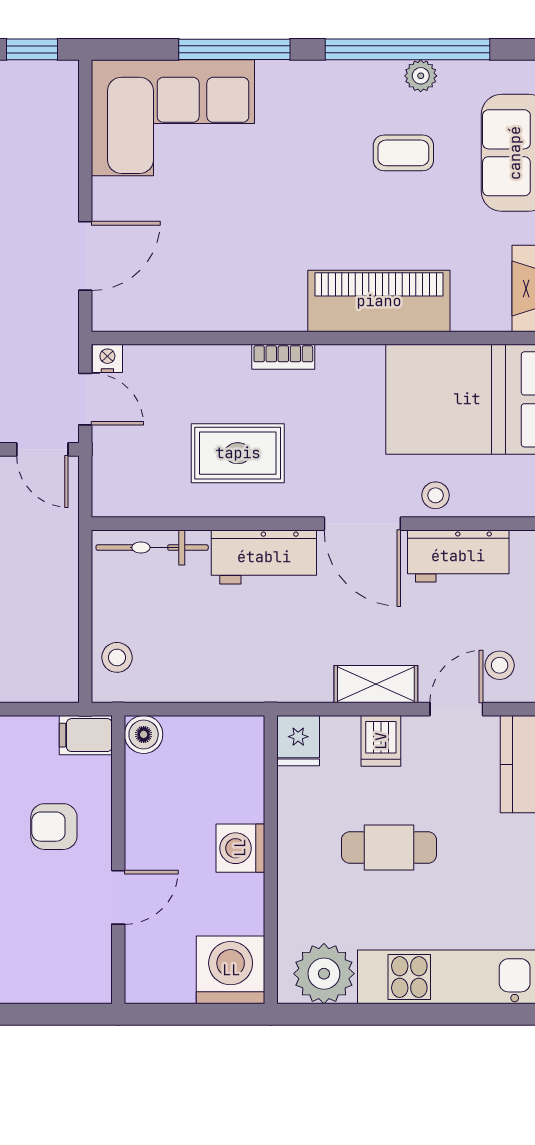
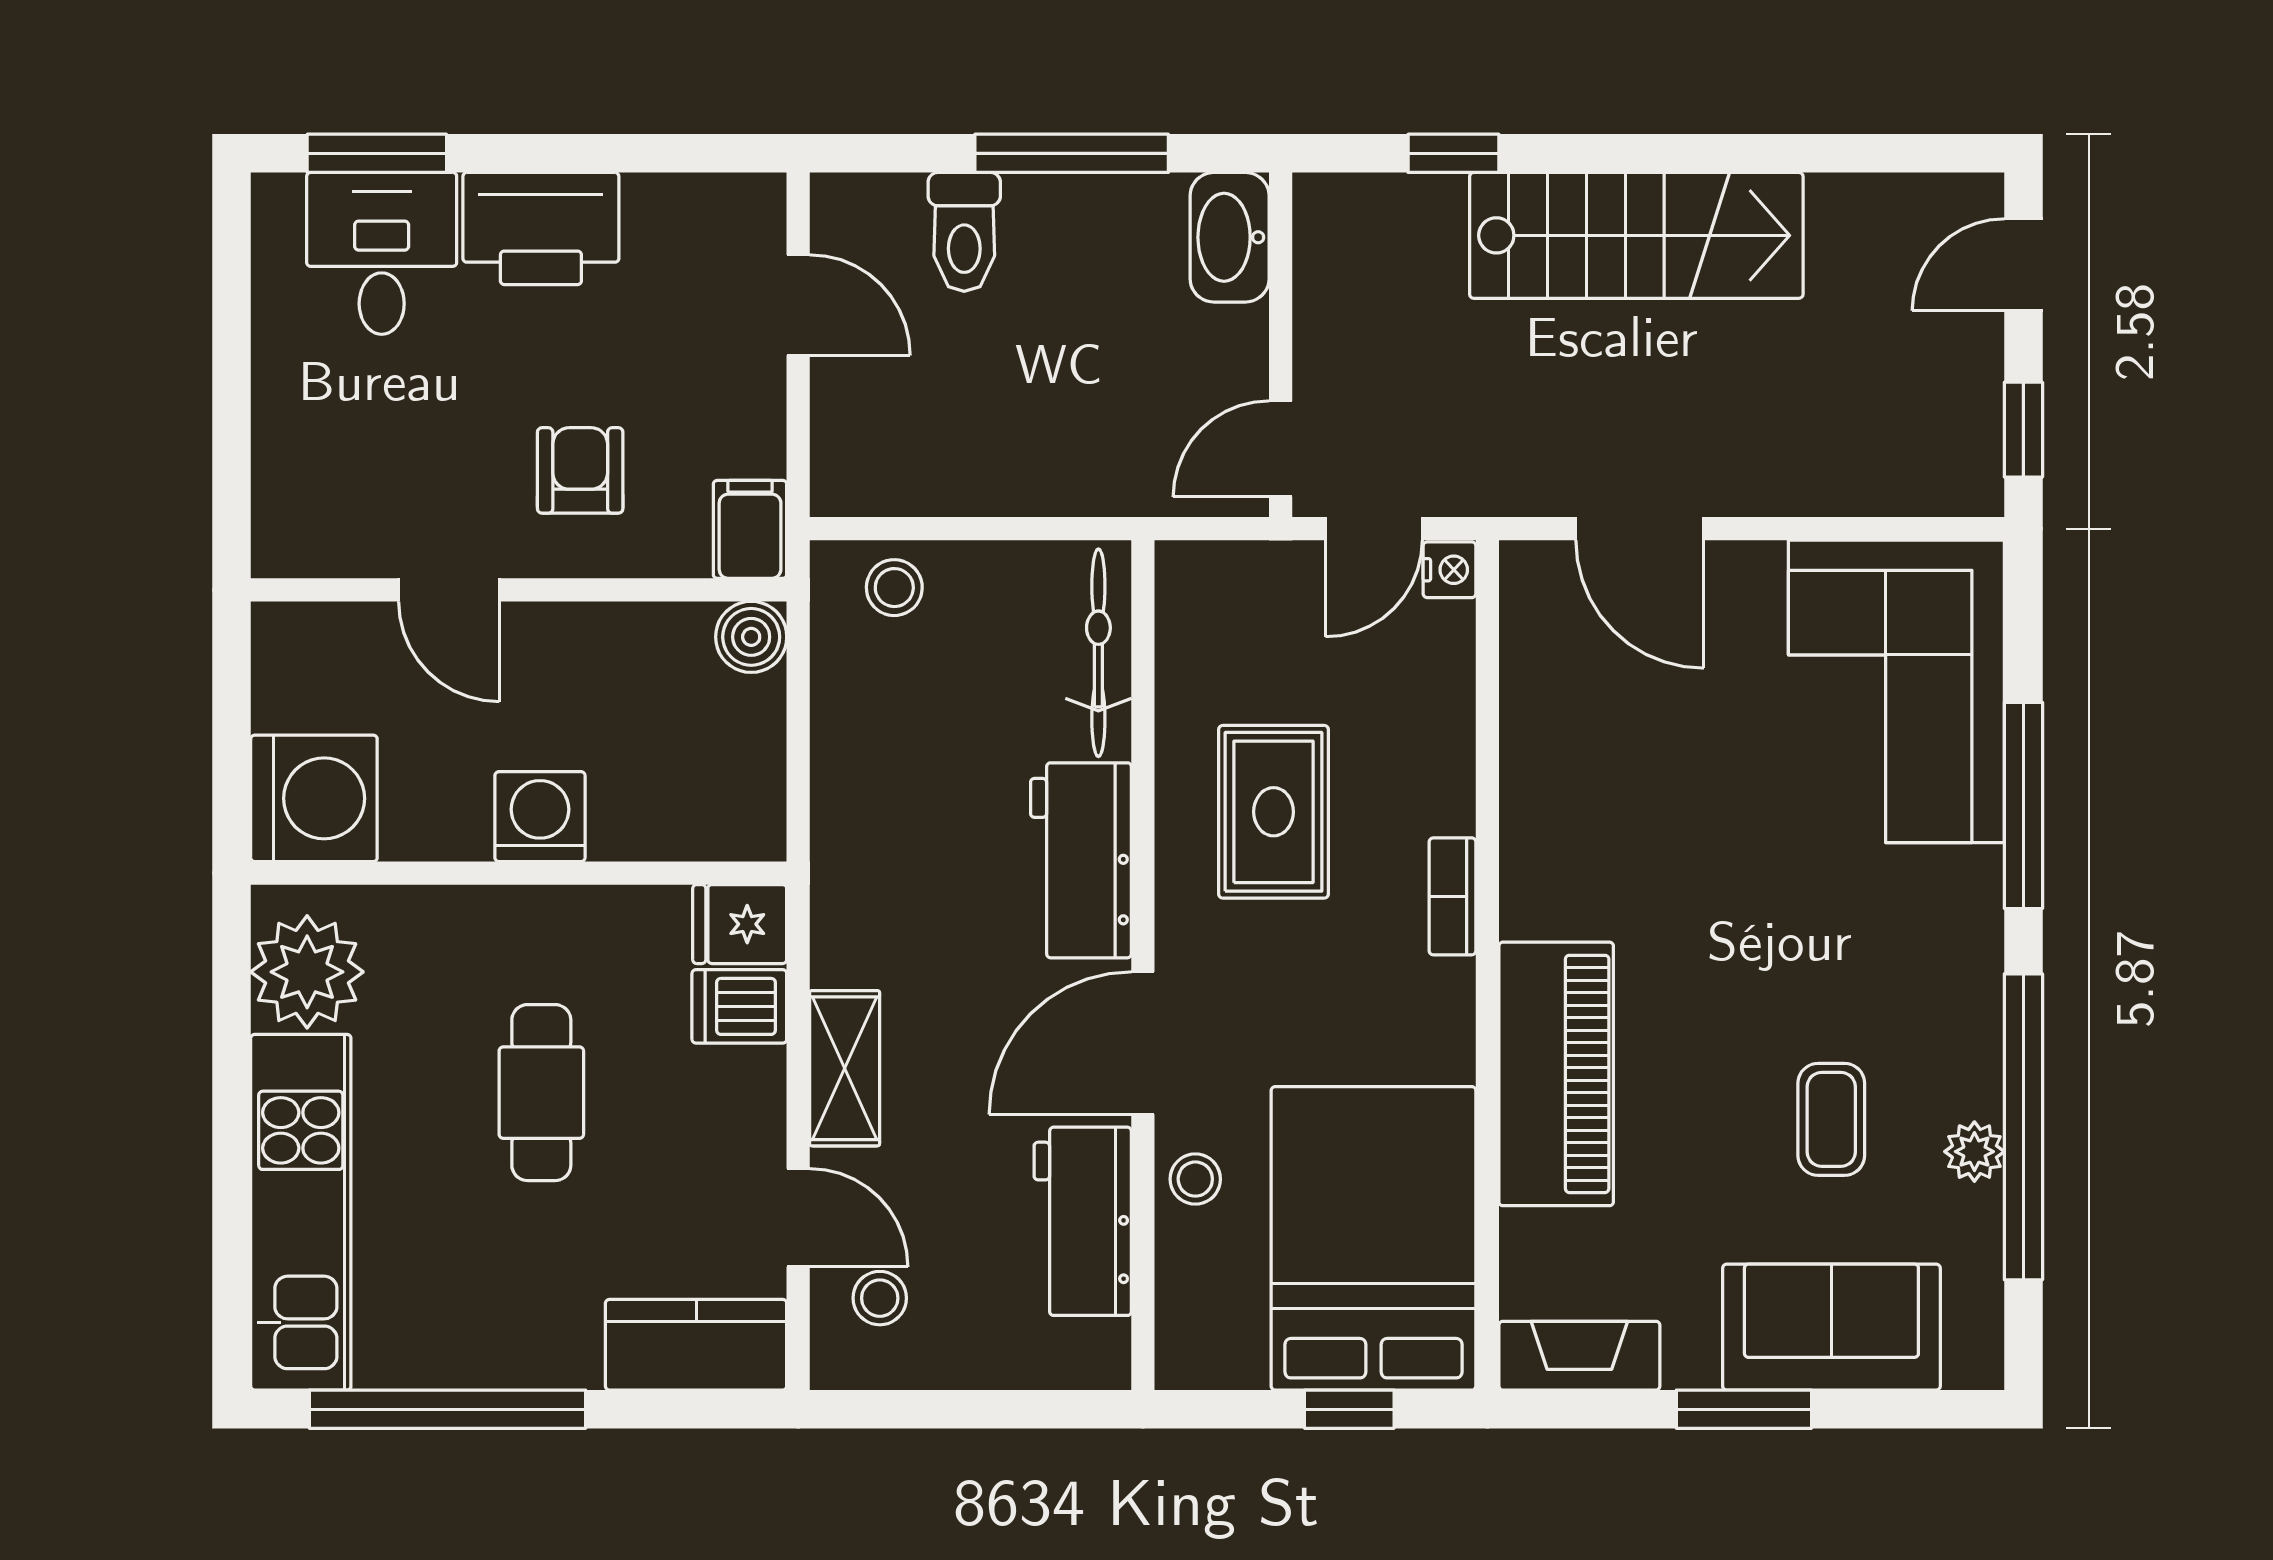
dishwasher: (381, 741) -> (739, 1006), moved

